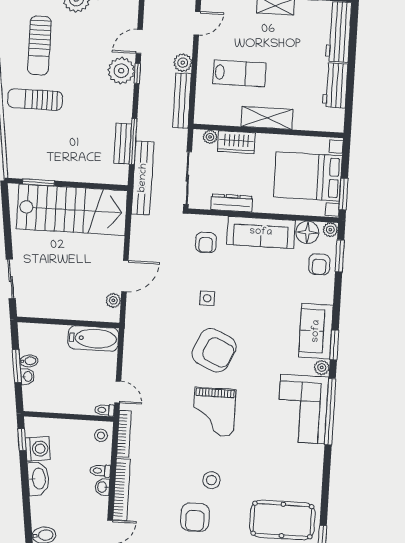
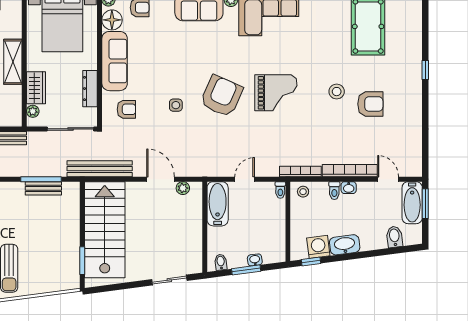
bench: (143, 178) -> (100, 169), moved
bidet: (29, 361) -> (221, 262), moved
door: (118, 392) -> (245, 179), moved

